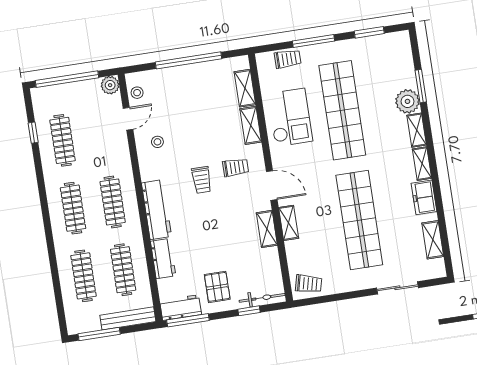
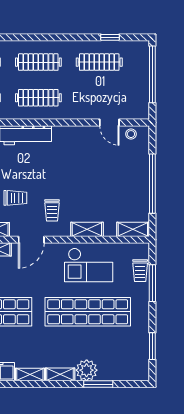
window: (314, 41) -> (152, 283), moved
plant: (110, 85) -> (141, 111), removed
shelving: (245, 88) -> (133, 229), moved
stool: (157, 142) -> (85, 145), removed
trolley: (202, 180) -> (15, 198), moved, turned 180

